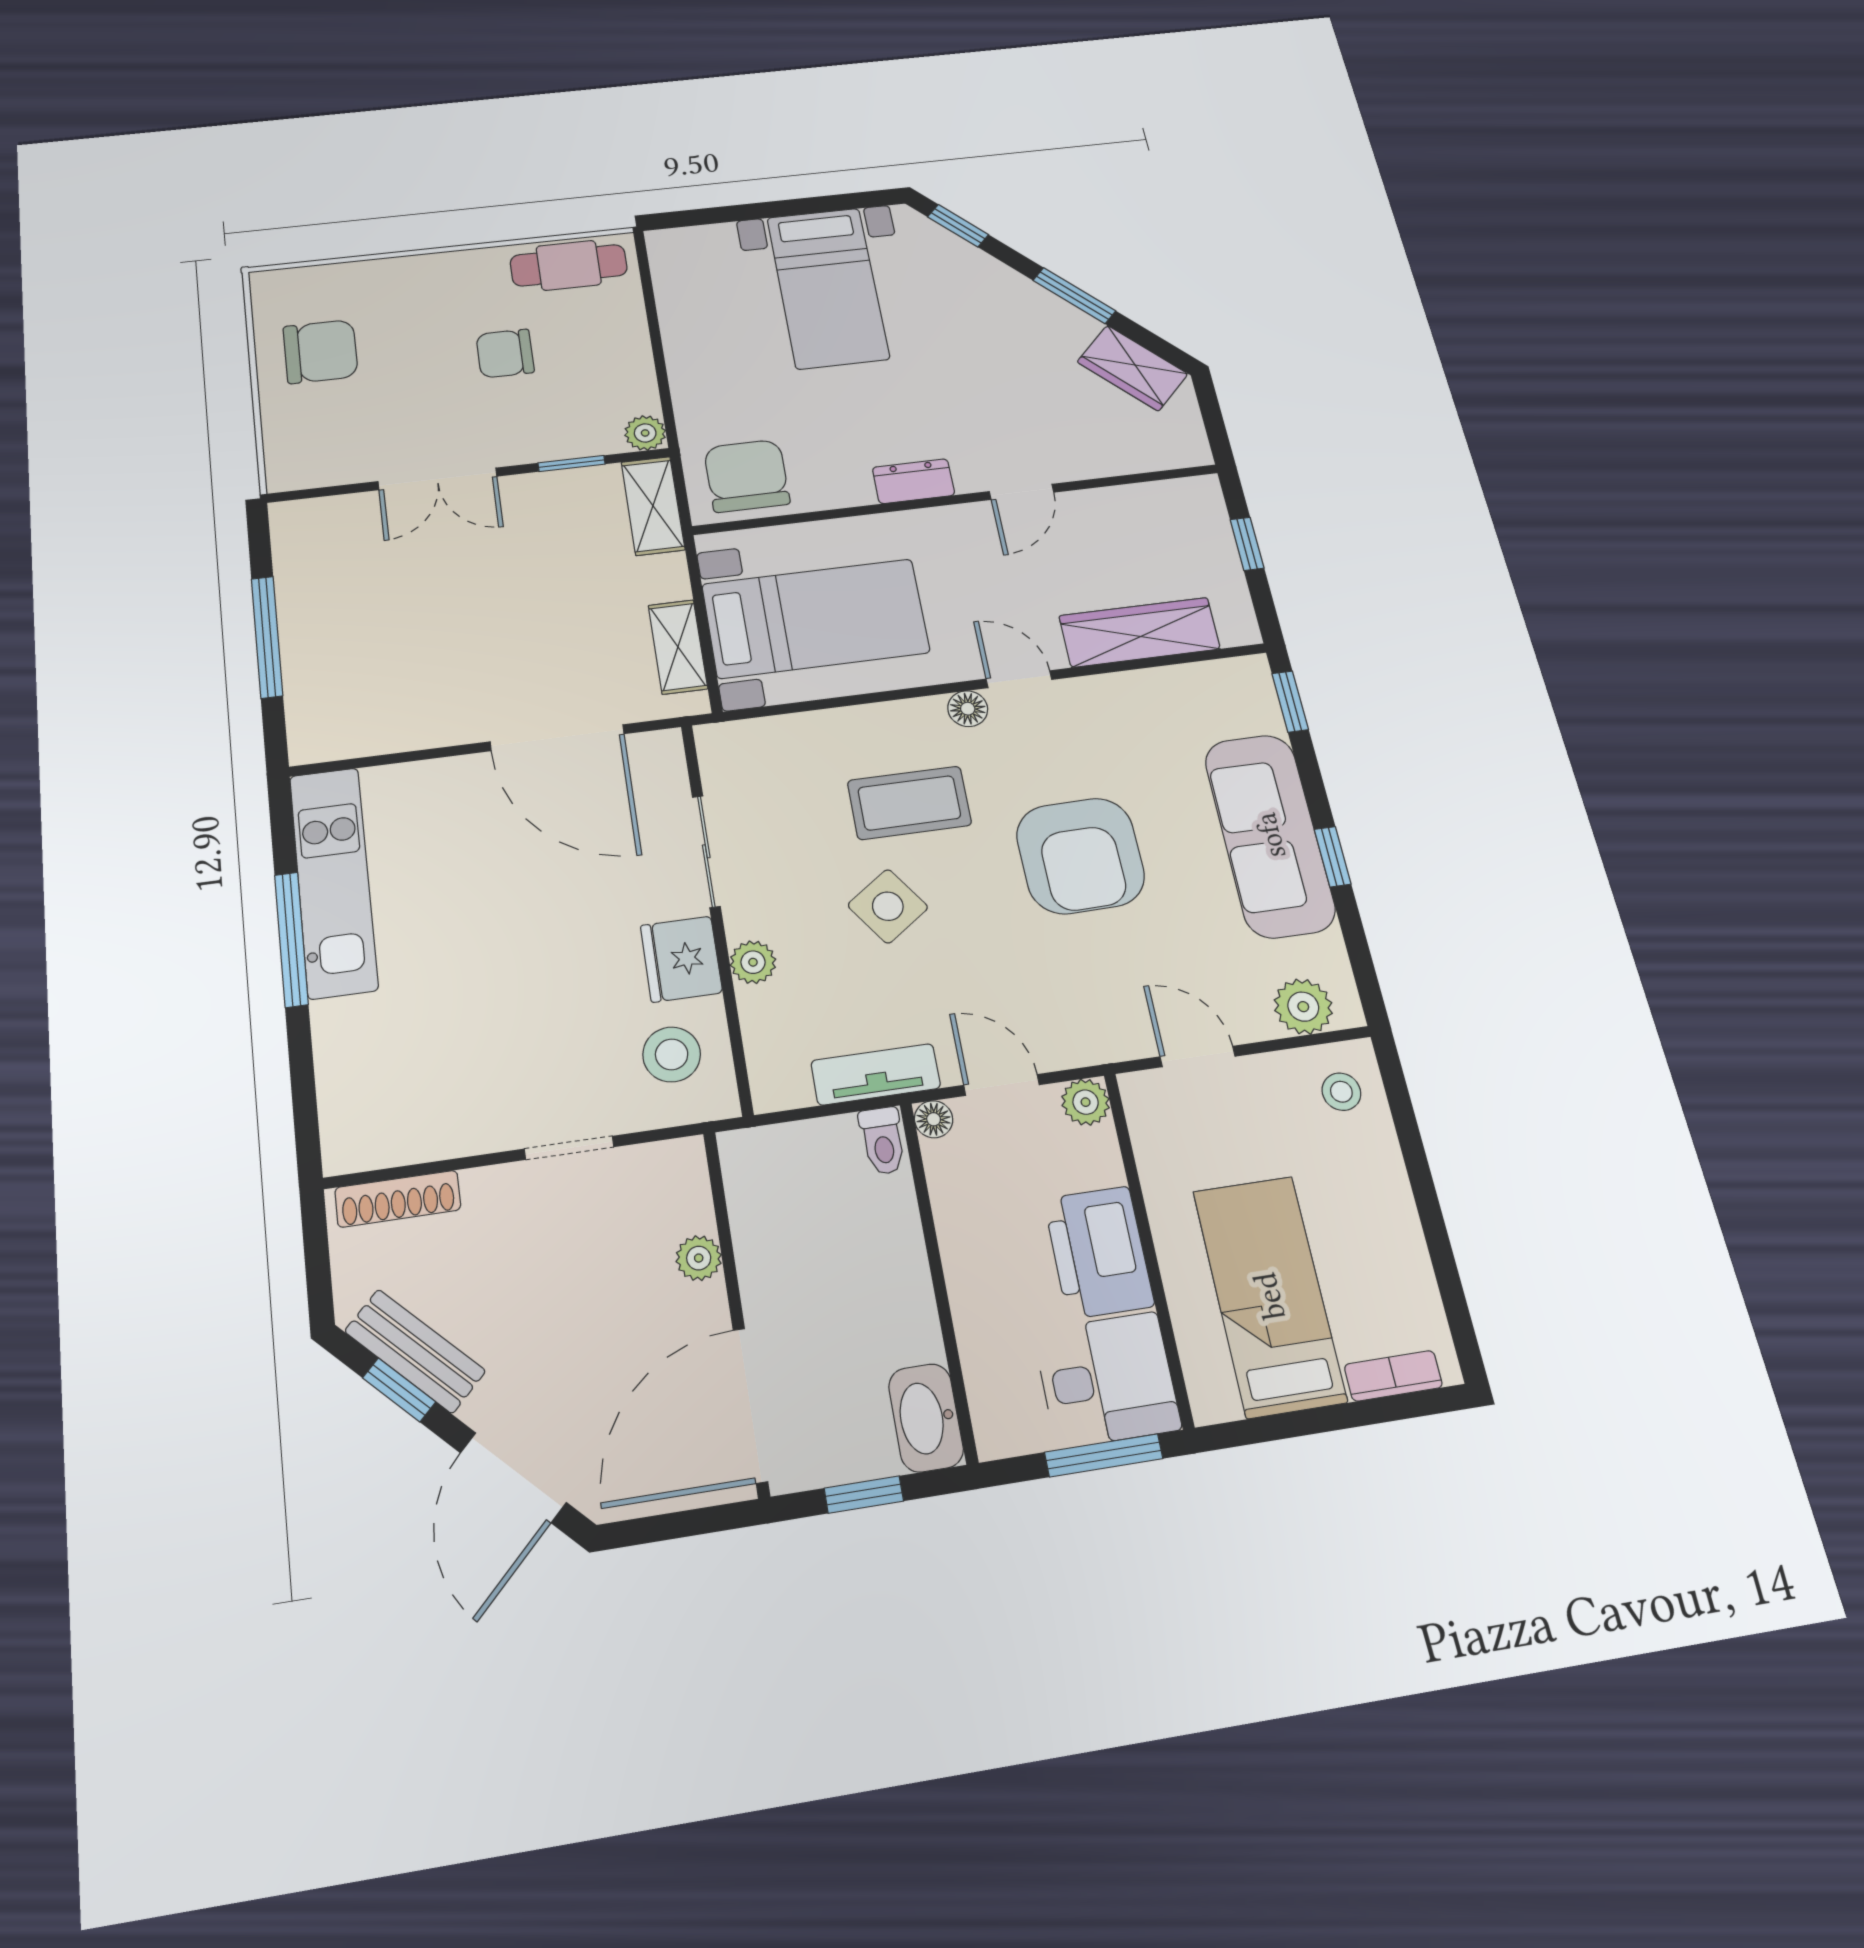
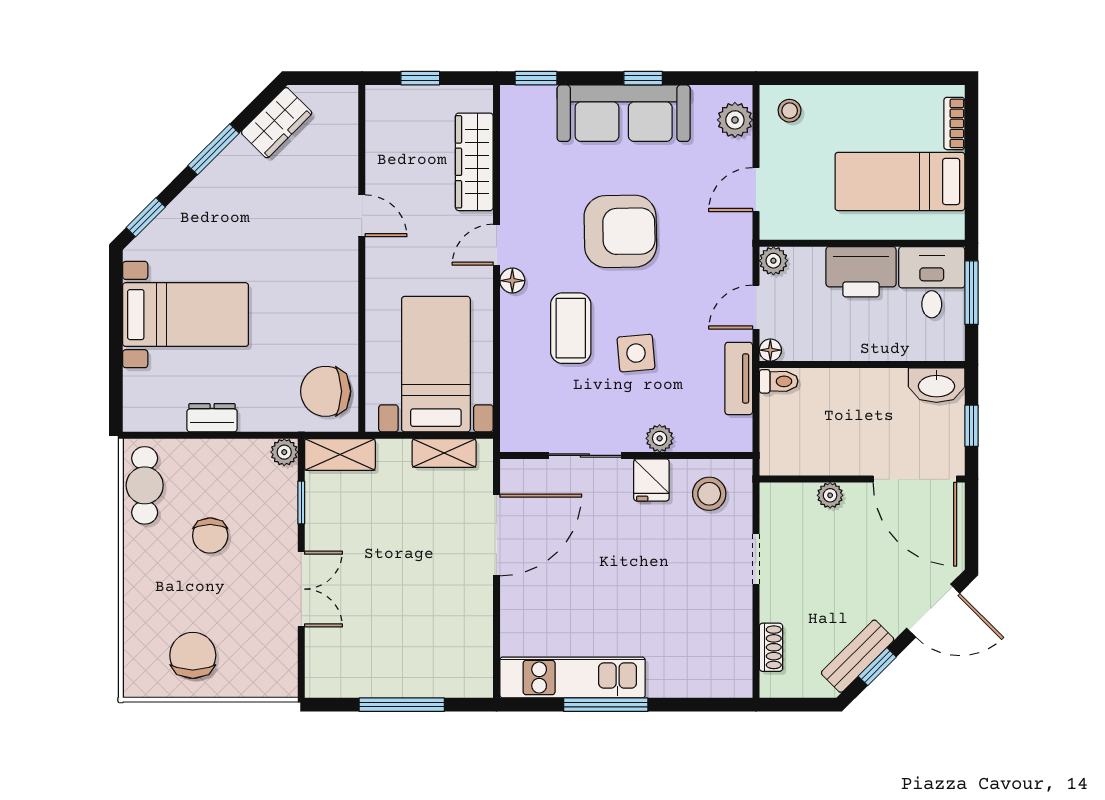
dresser: (914, 481) -> (212, 418), moved, turned 90
side table: (888, 906) -> (636, 353), turned 30
fridge: (681, 959) -> (651, 480), width x0.72
shoe rack: (398, 1199) -> (771, 647), width x0.70

